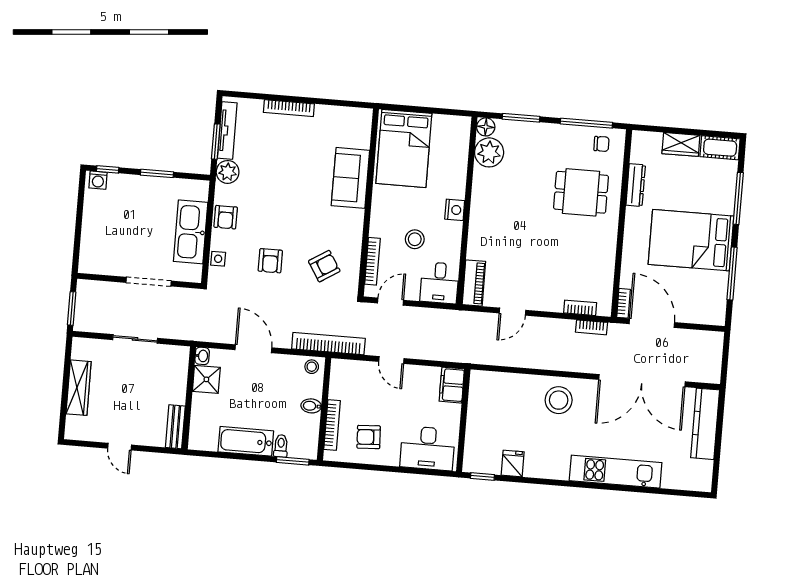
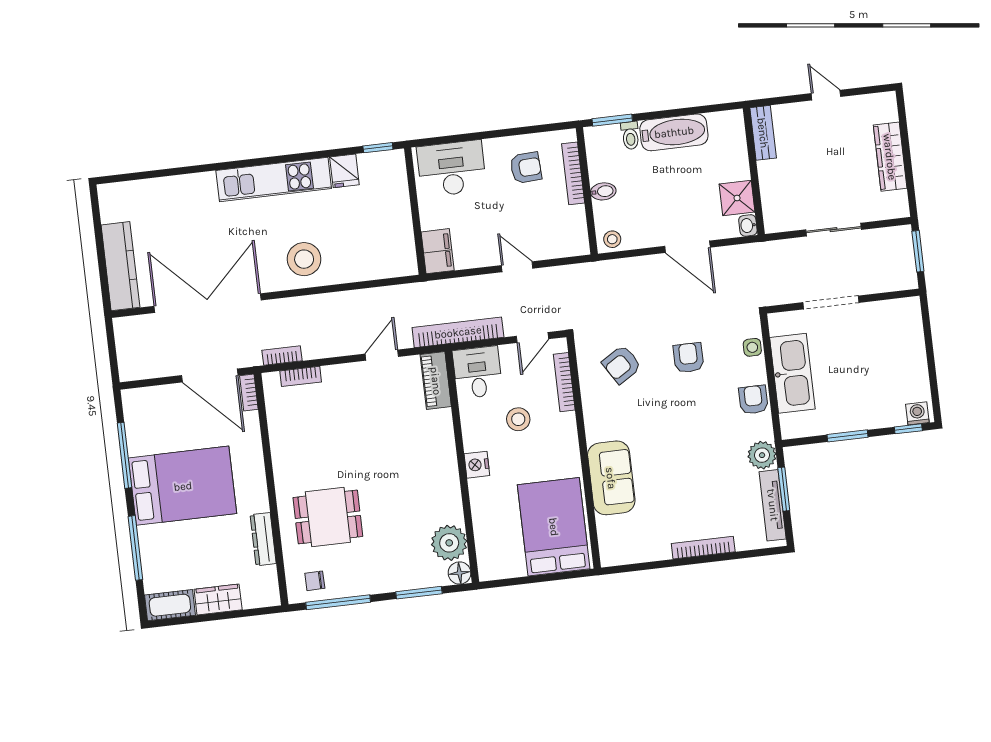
bookcase: (328, 344) -> (458, 332), moved, turned 180
kitchen unit: (616, 472) -> (274, 180), moved

